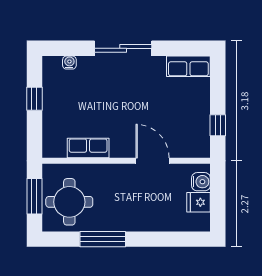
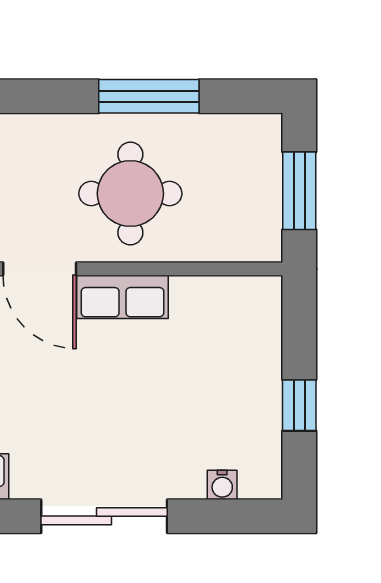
row of seats: (88, 148) -> (123, 297), moved
round table: (69, 202) -> (130, 194), moved

